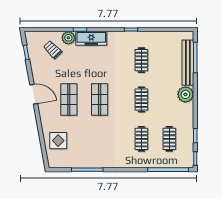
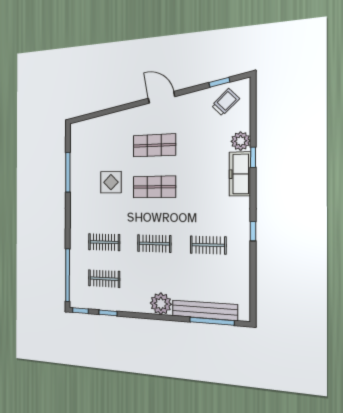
trolley: (53, 50) -> (225, 102), moved
door: (34, 94) -> (161, 97), swing flipped
display table: (58, 141) -> (111, 182), moved

